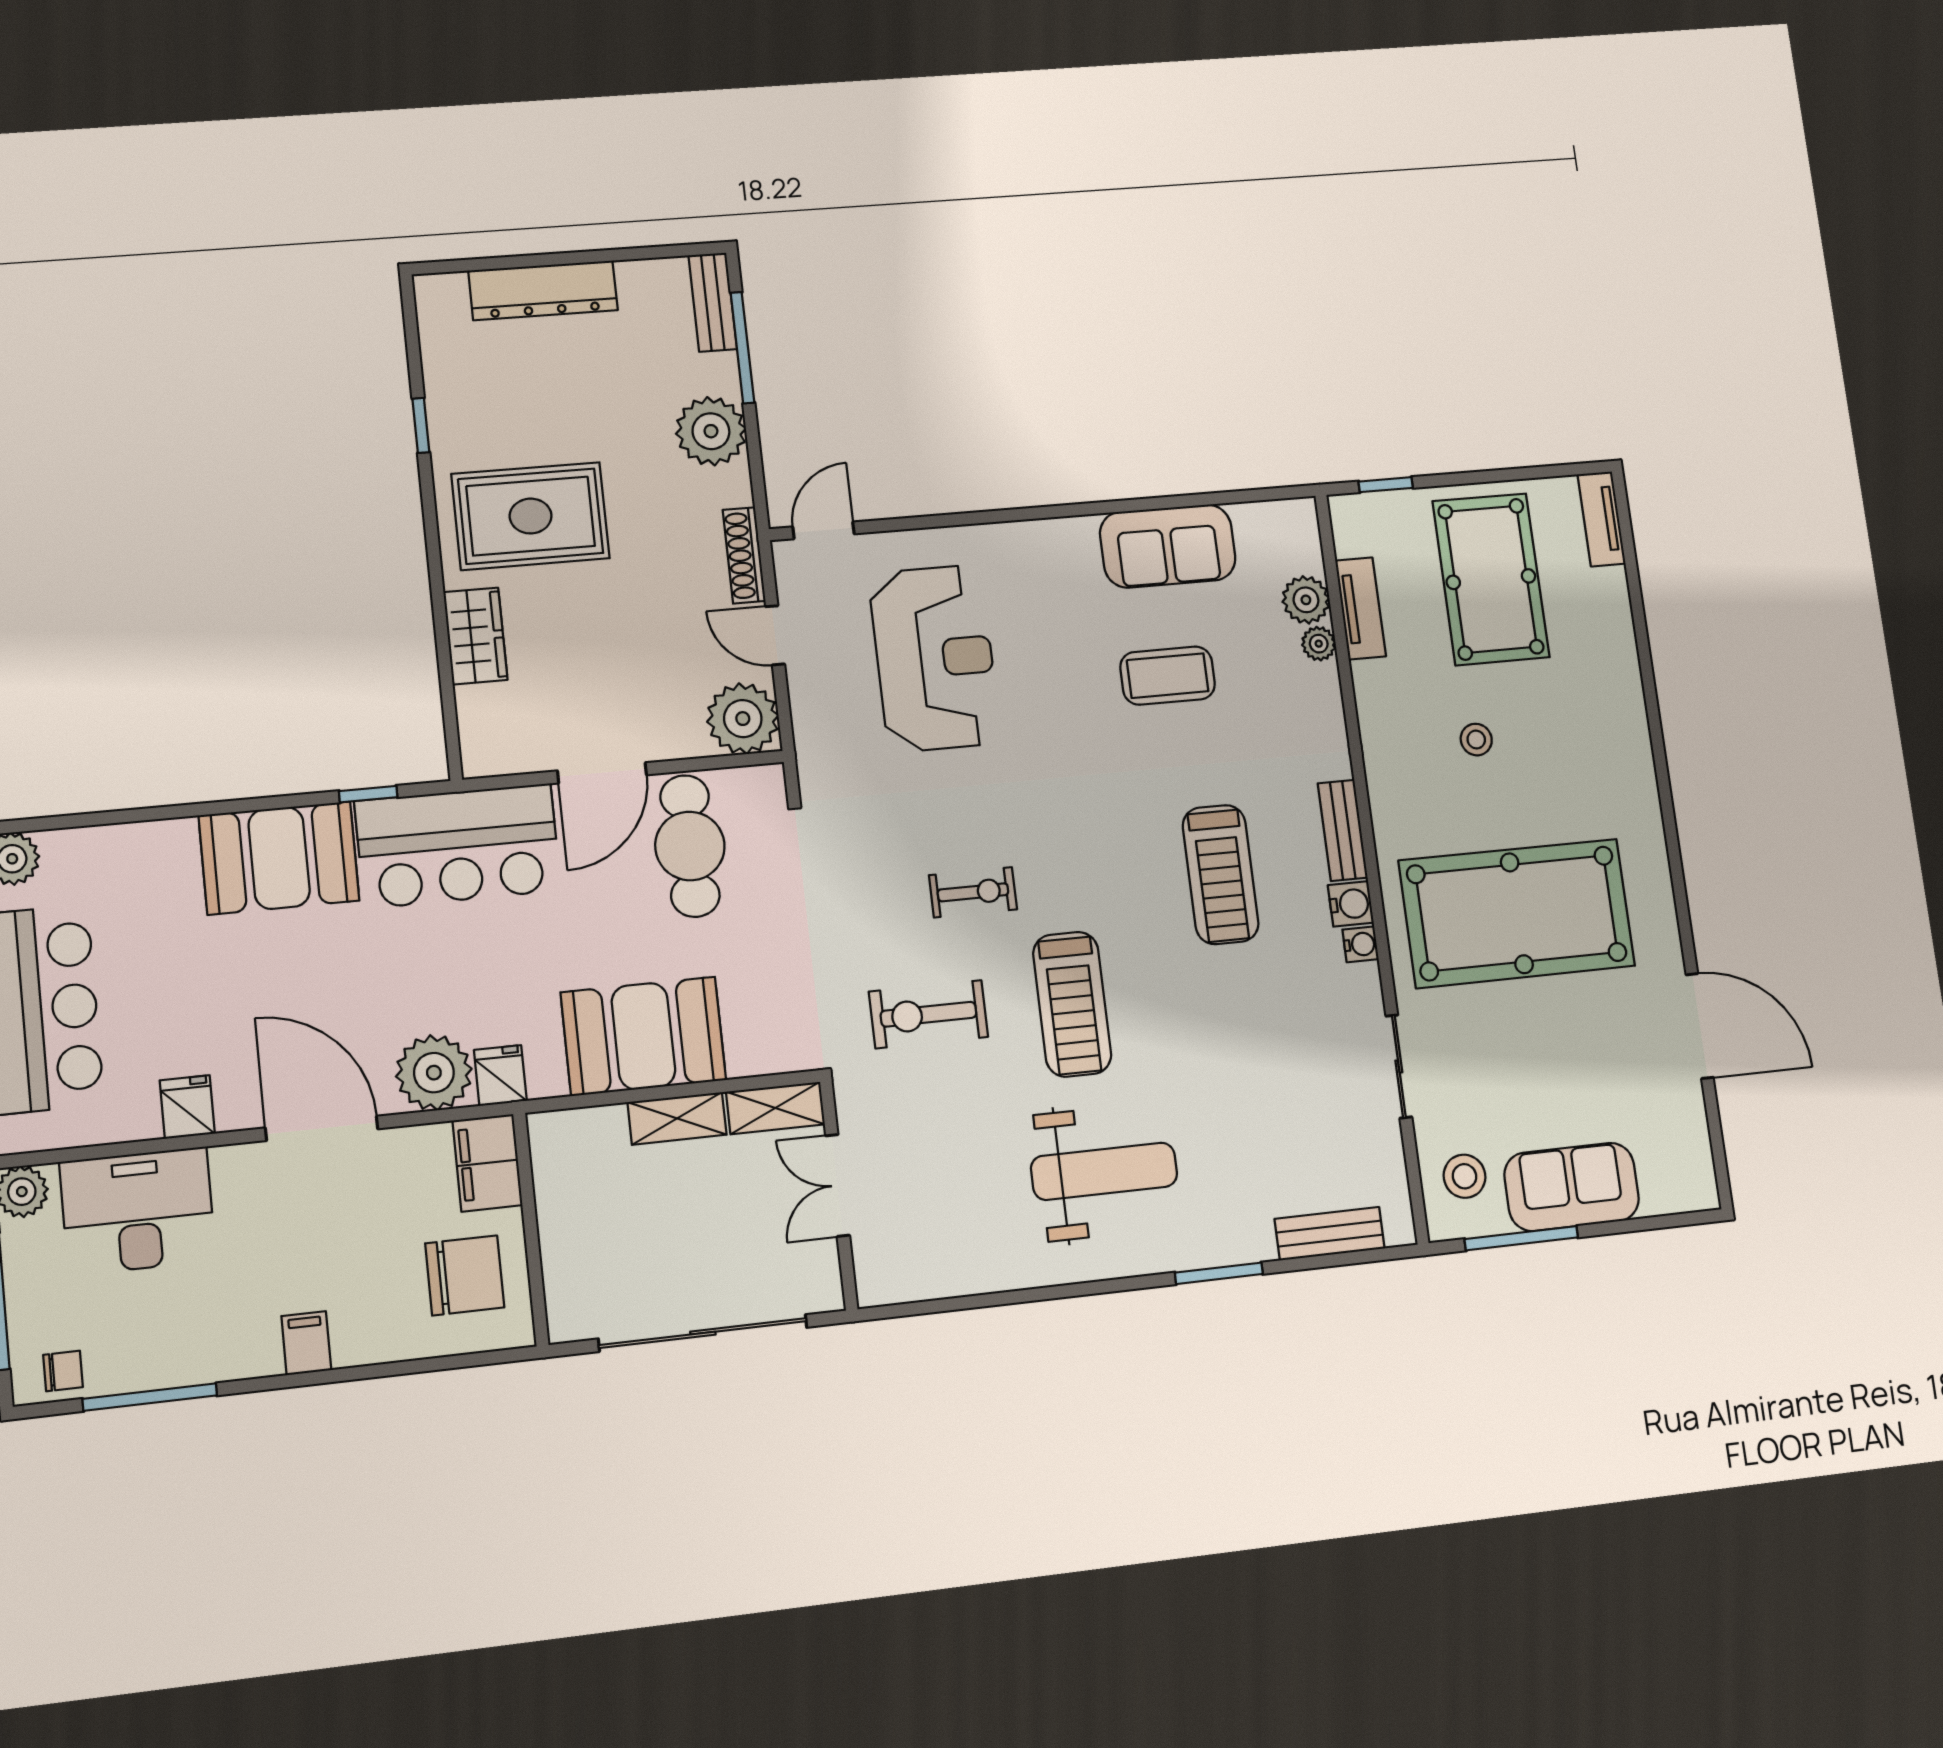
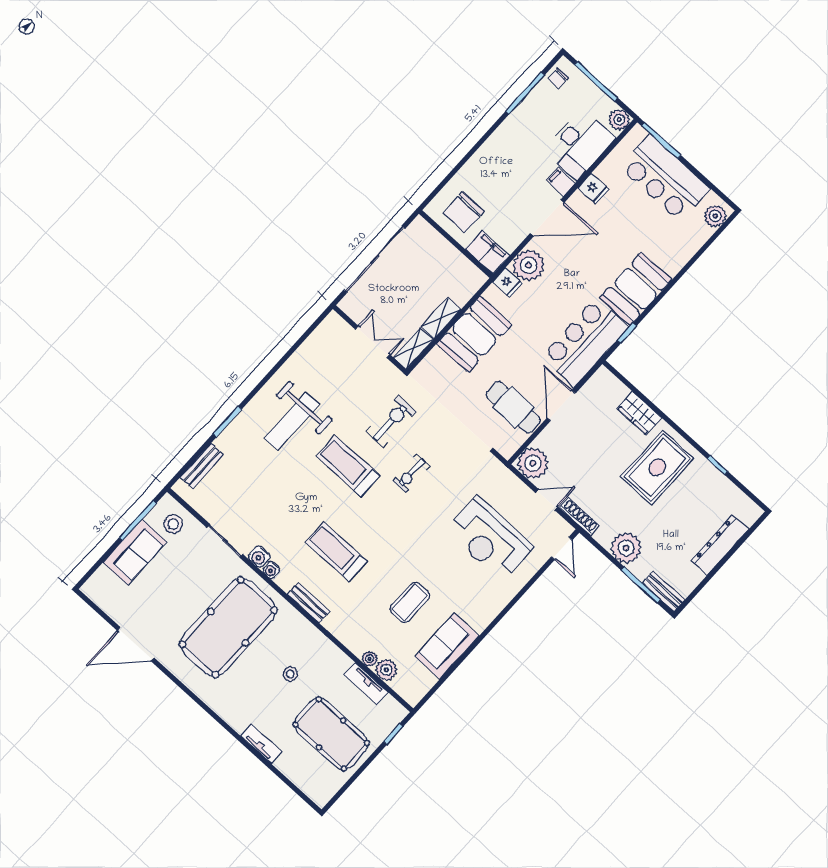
tv unit: (1601, 519) -> (261, 744), moved
water cooler: (1351, 904) -> (259, 557), moved
filing cabinet: (306, 1343) -> (561, 182), moved, turned 180

